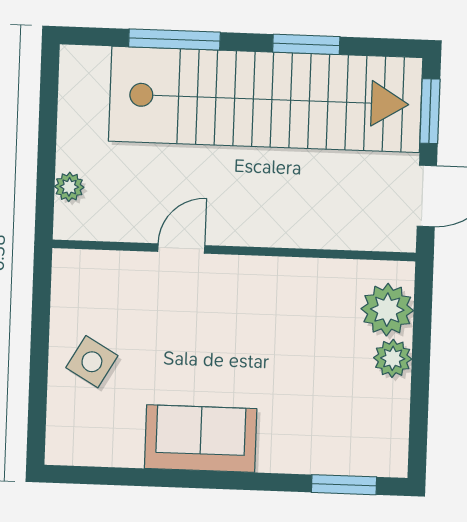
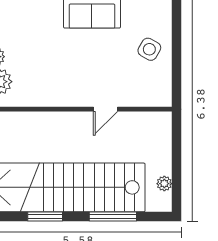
plant: (69, 187) -> (164, 184), moved

